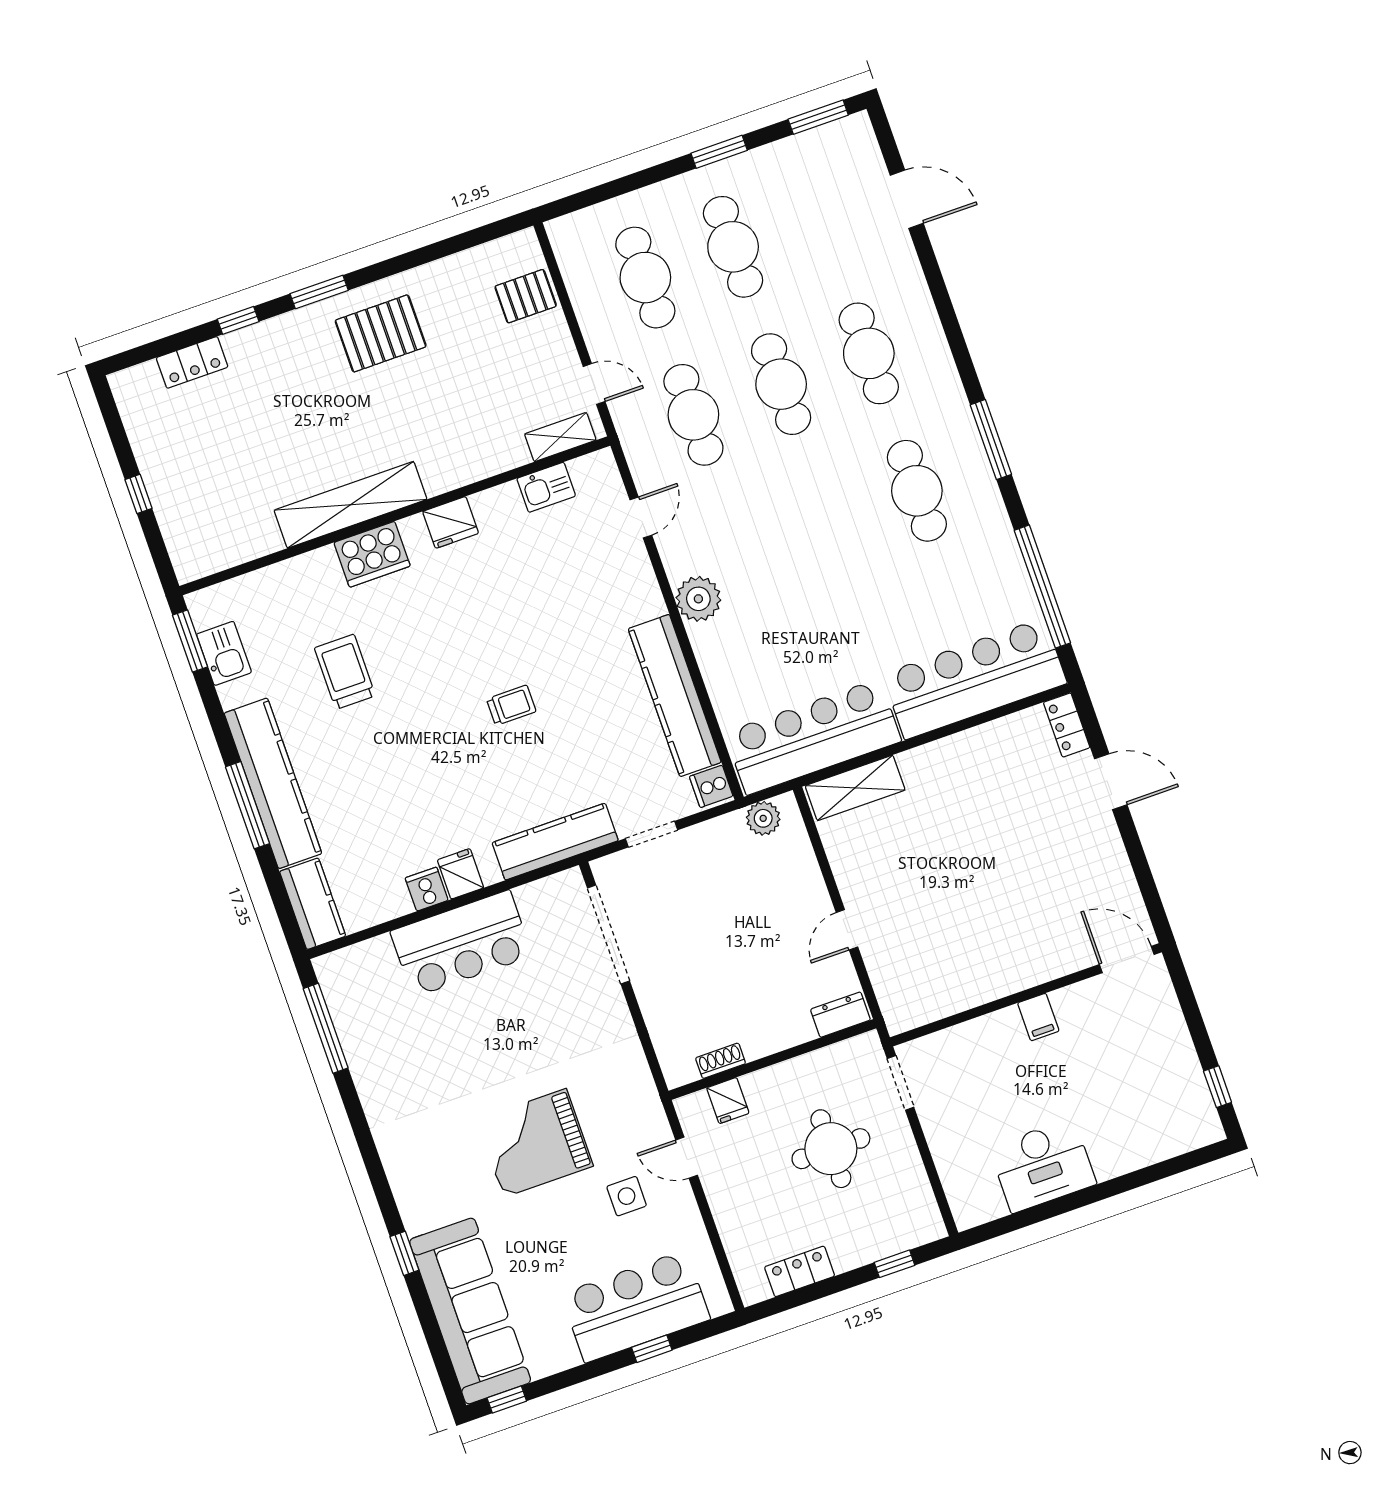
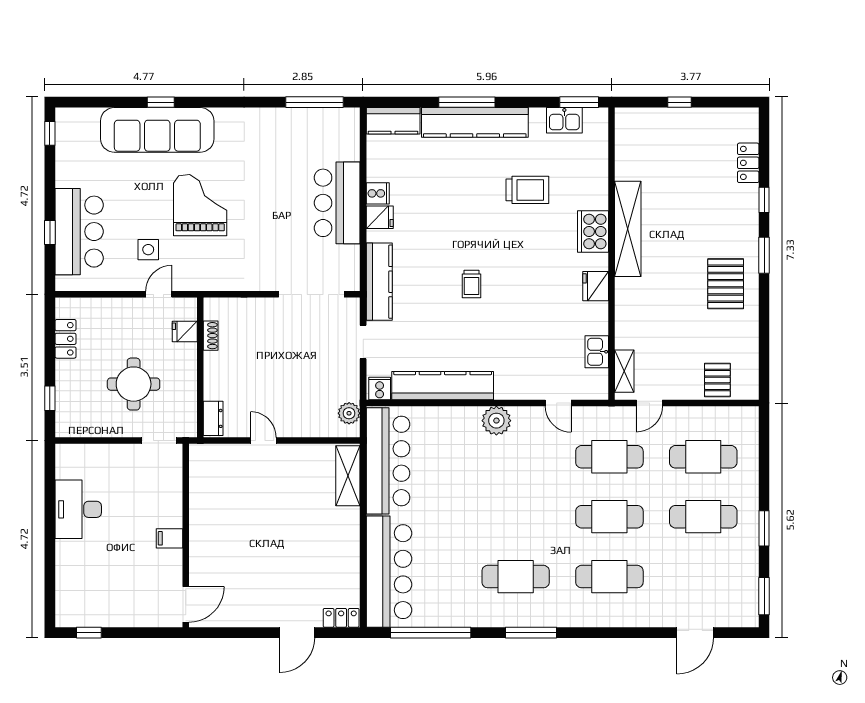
sofa: (470, 1311) -> (157, 130), moved

